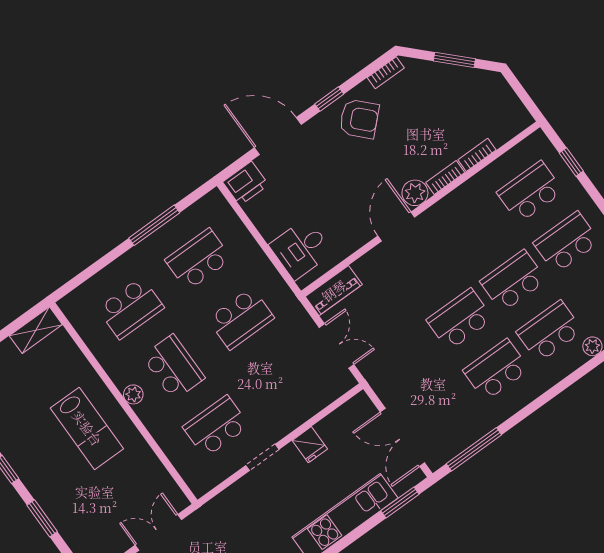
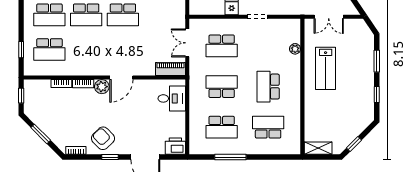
window: (523, 95) -> (21, 96), added
plant: (133, 394) -> (295, 49), moved
school desk: (216, 426) -> (222, 46), moved
lab bench: (87, 428) -> (326, 68), moved, turned 180

